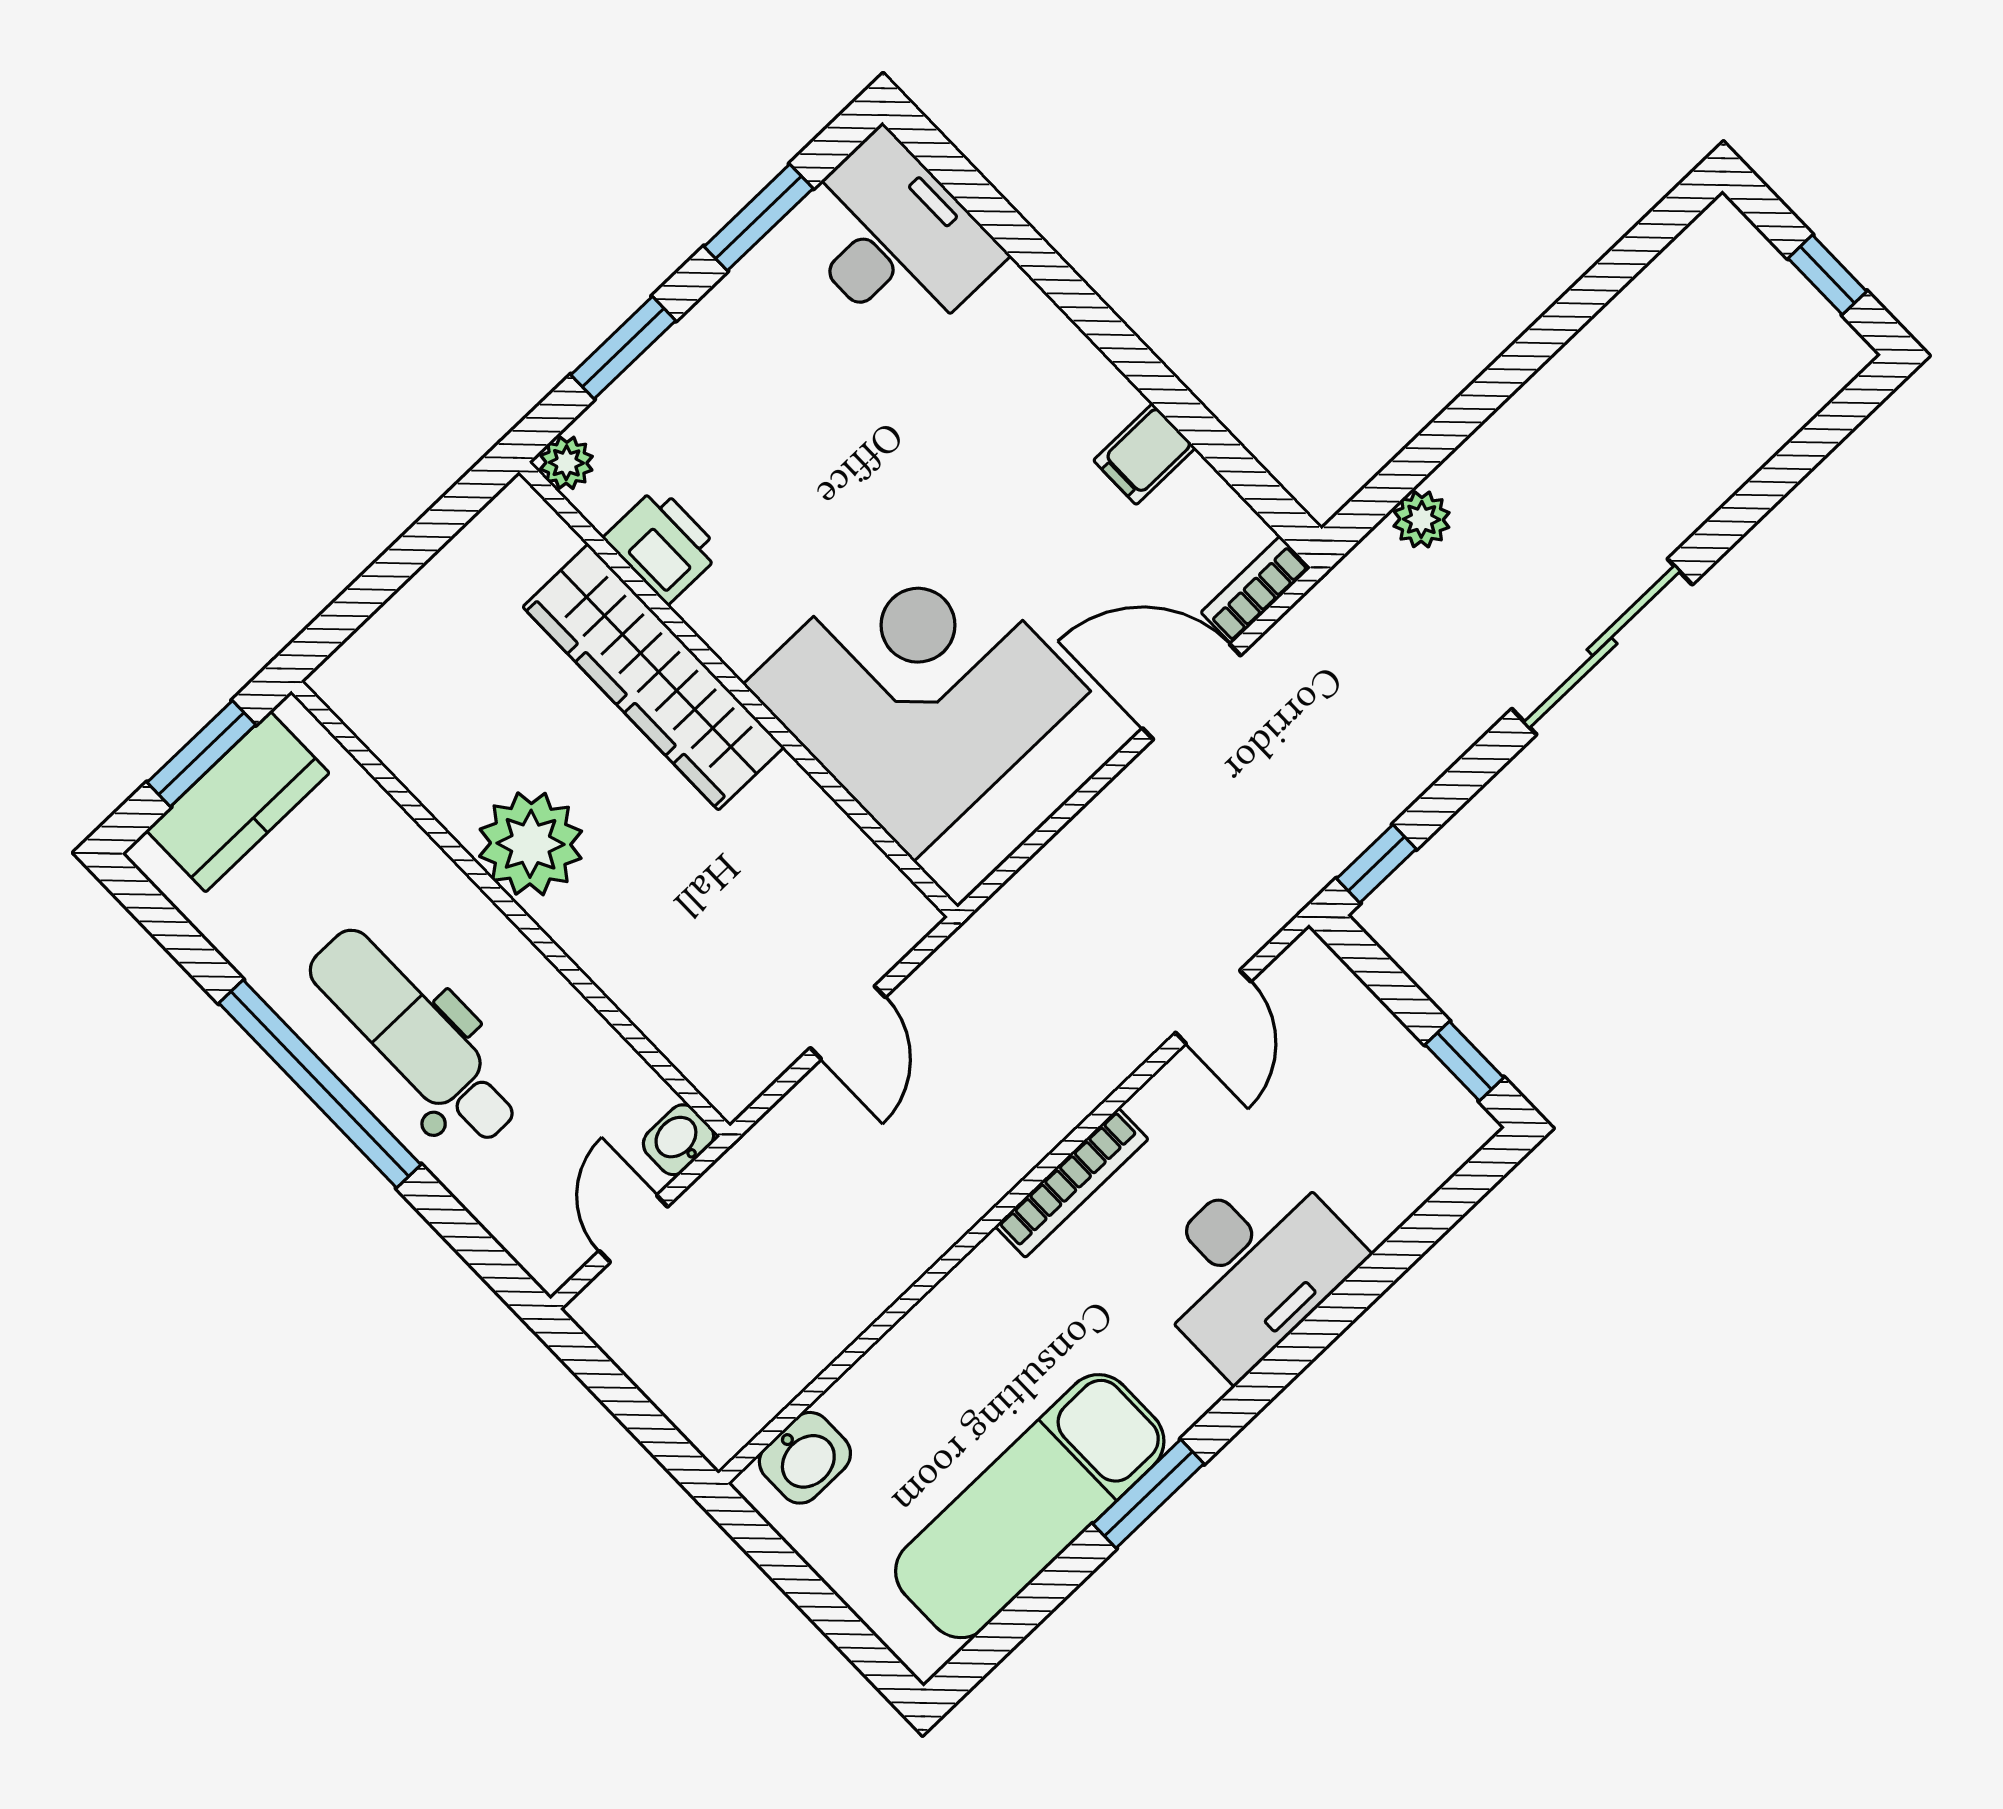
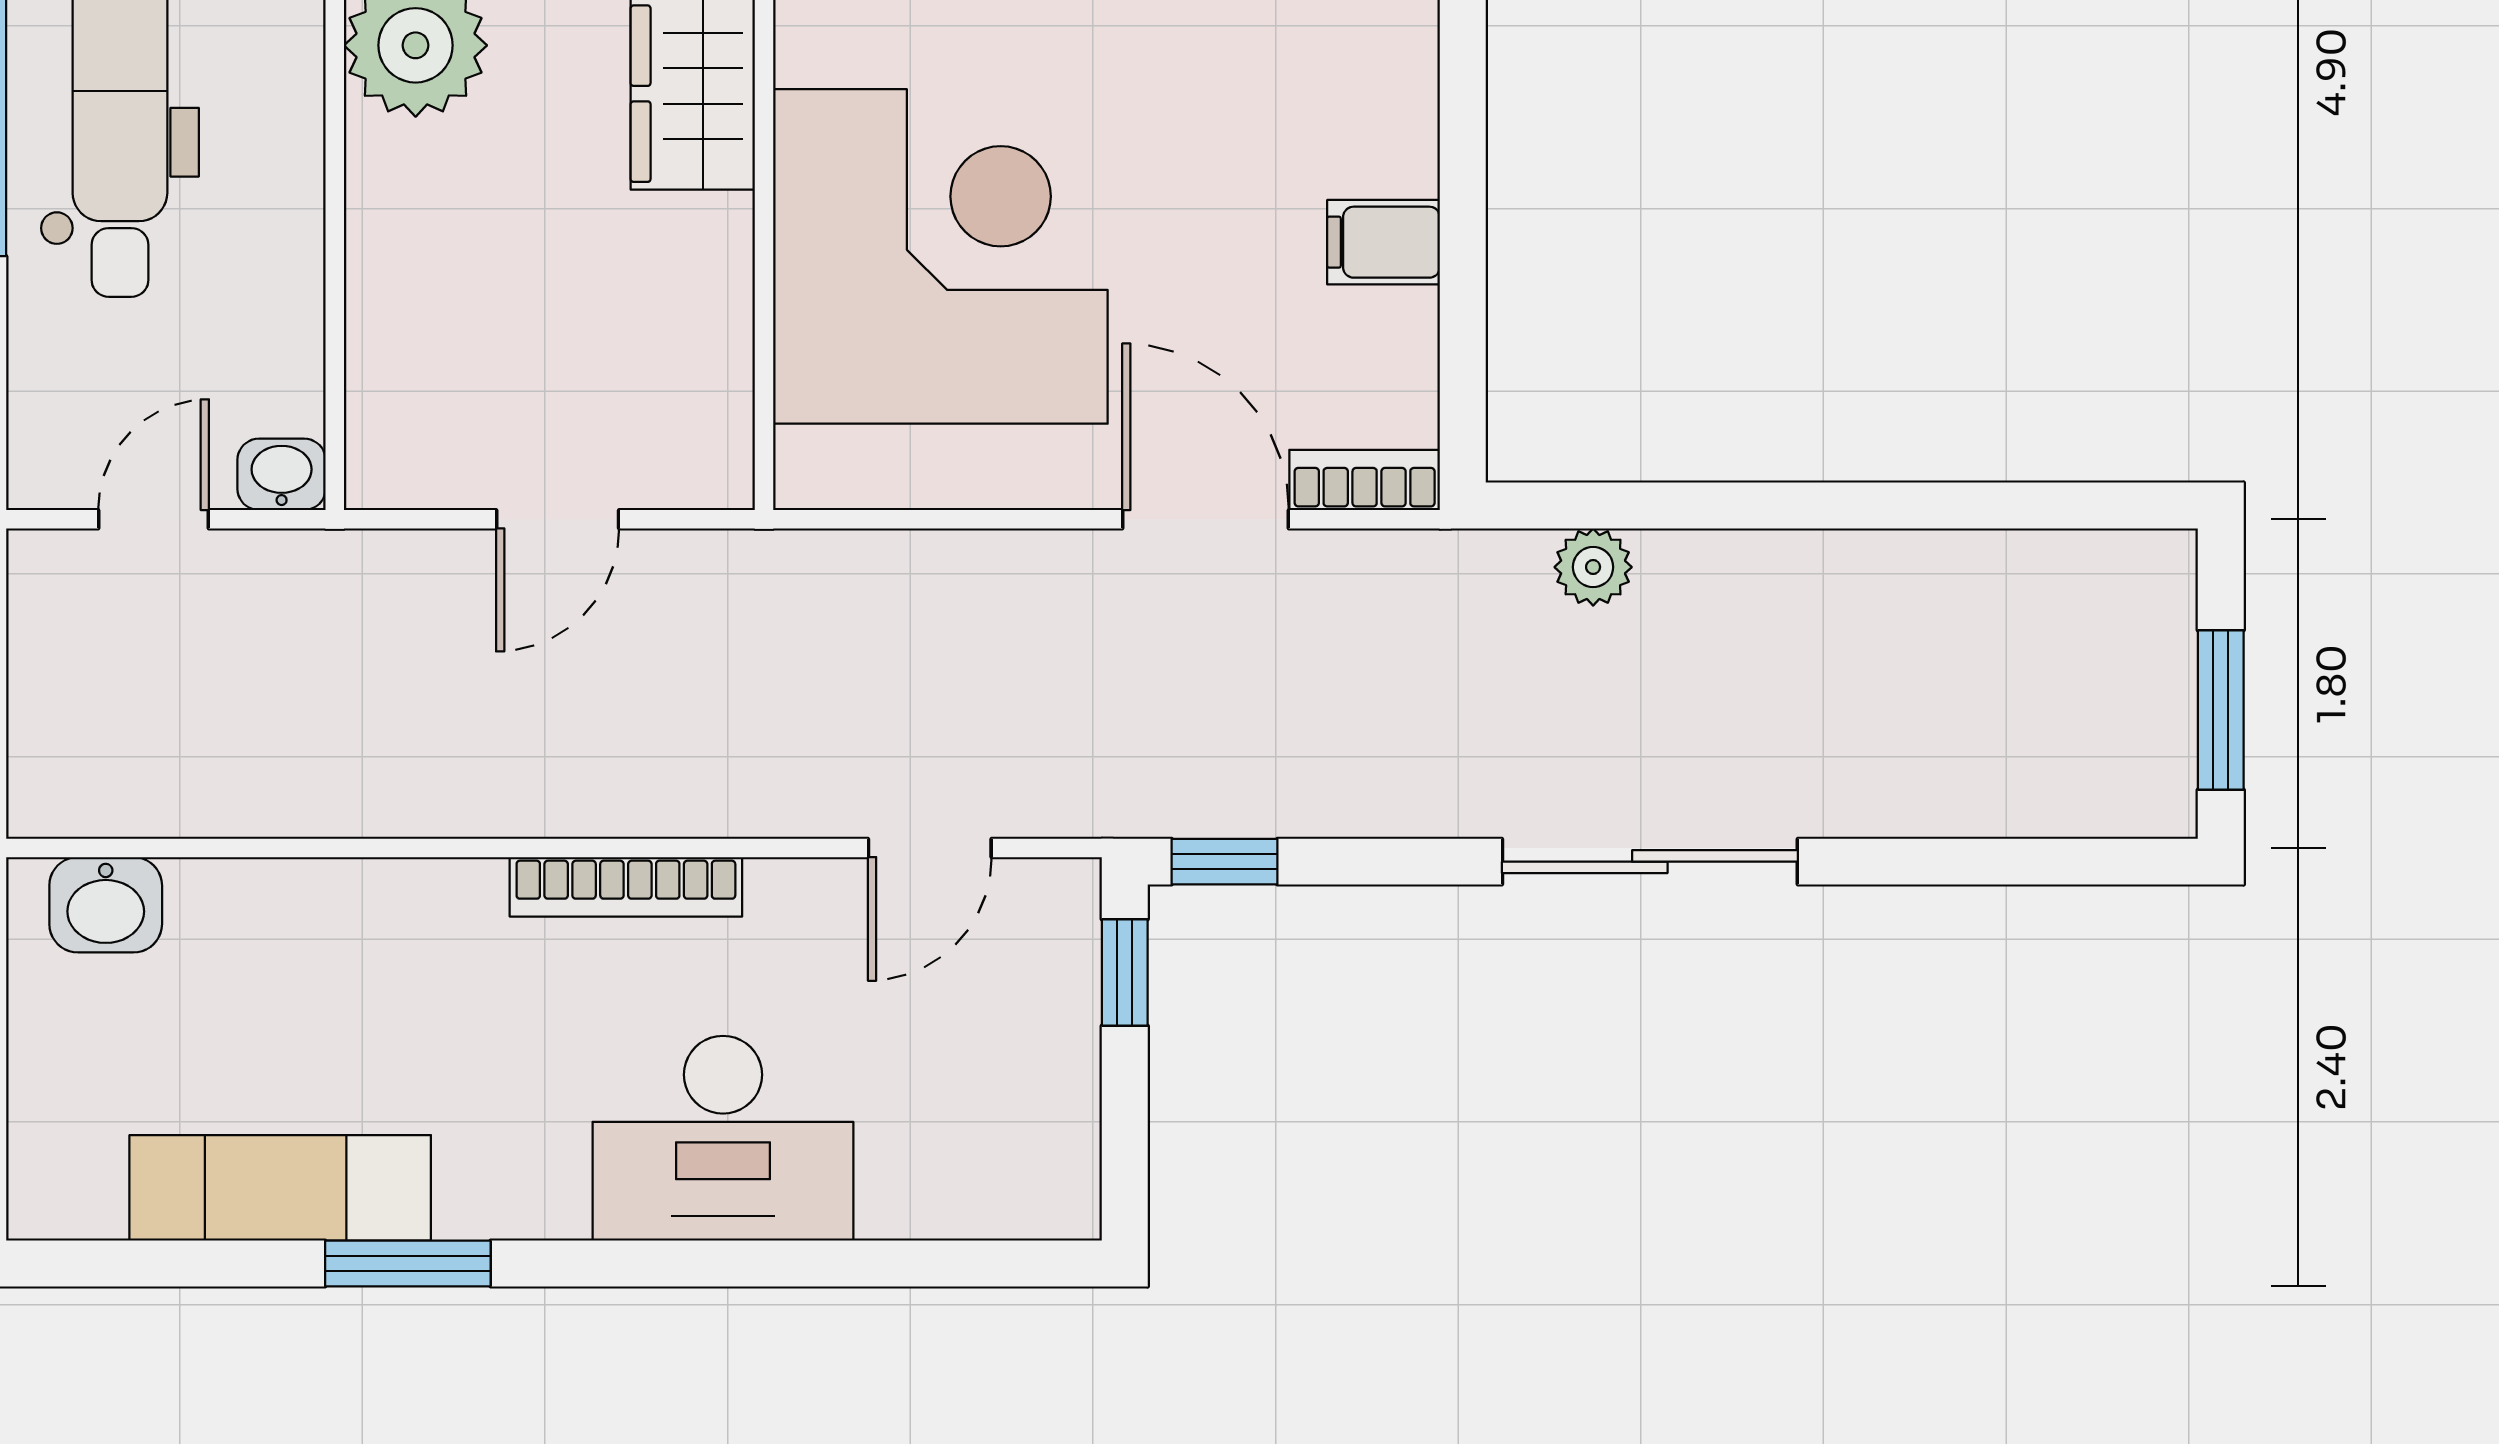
window: (1827, 275) -> (2221, 710), width x1.50
window: (1464, 1061) -> (1125, 972), moved
exam couch: (1030, 1506) -> (280, 1188), width x0.73, depth x0.69

